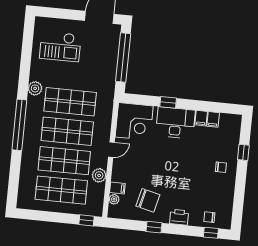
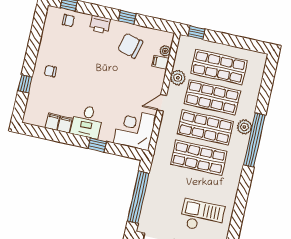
plant: (35, 88) -> (244, 127), moved
desk: (175, 123) -> (87, 122), width x0.73

